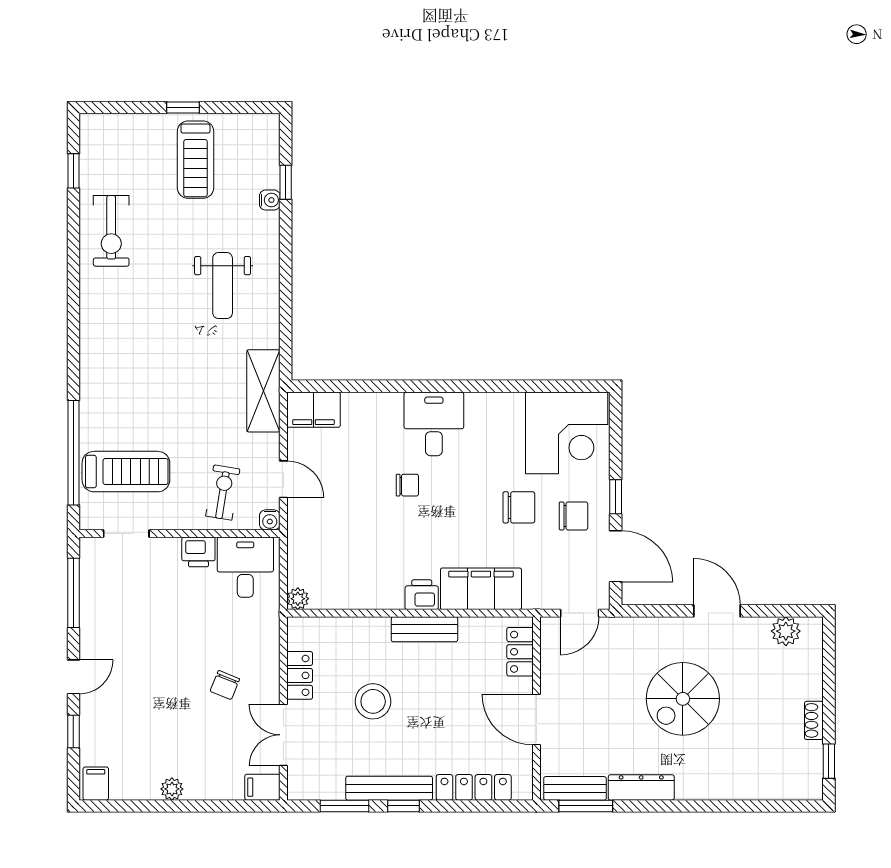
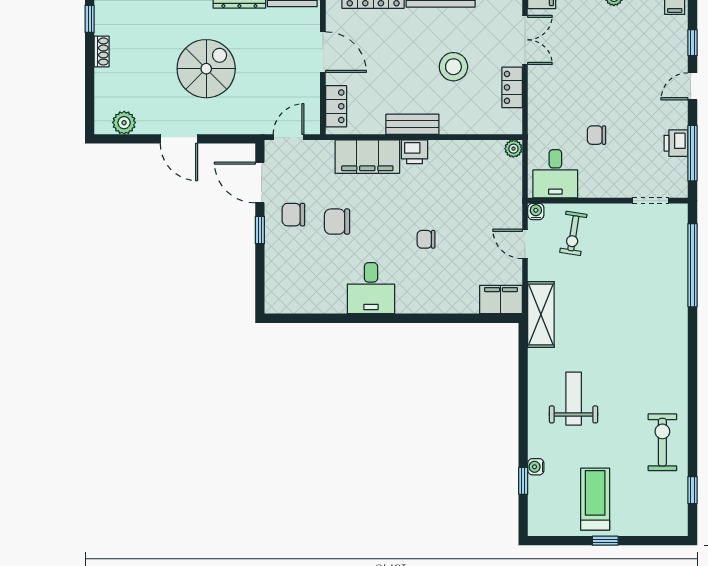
desk: (434, 424) -> (371, 288), moved
corner desk: (567, 433) -> (299, 281), removed
treadmill: (126, 472) -> (651, 250), removed
printer: (198, 552) -> (676, 143), moved, turned -90
chair: (225, 685) -> (597, 135), moved, turned -112

